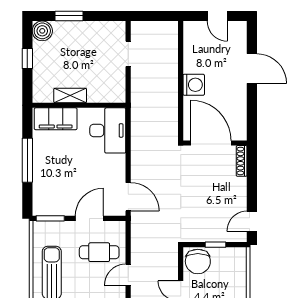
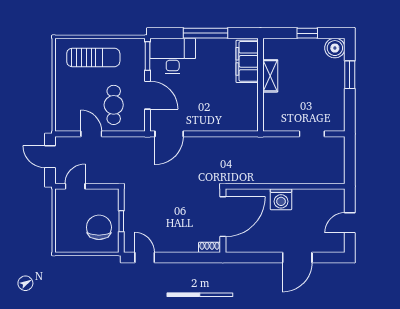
desk: (108, 130) -> (173, 56), moved, turned 180
shoe rack: (242, 161) -> (210, 247), width x0.70
chair: (198, 261) -> (99, 227), moved, turned 90

